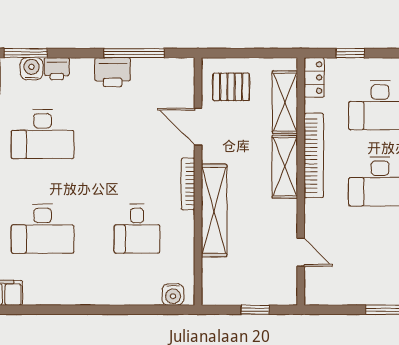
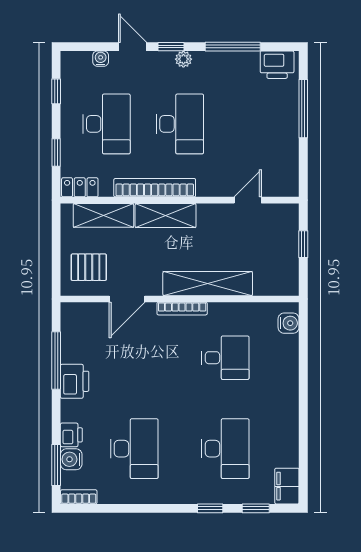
pallet: (231, 87) -> (89, 267), turned 90

